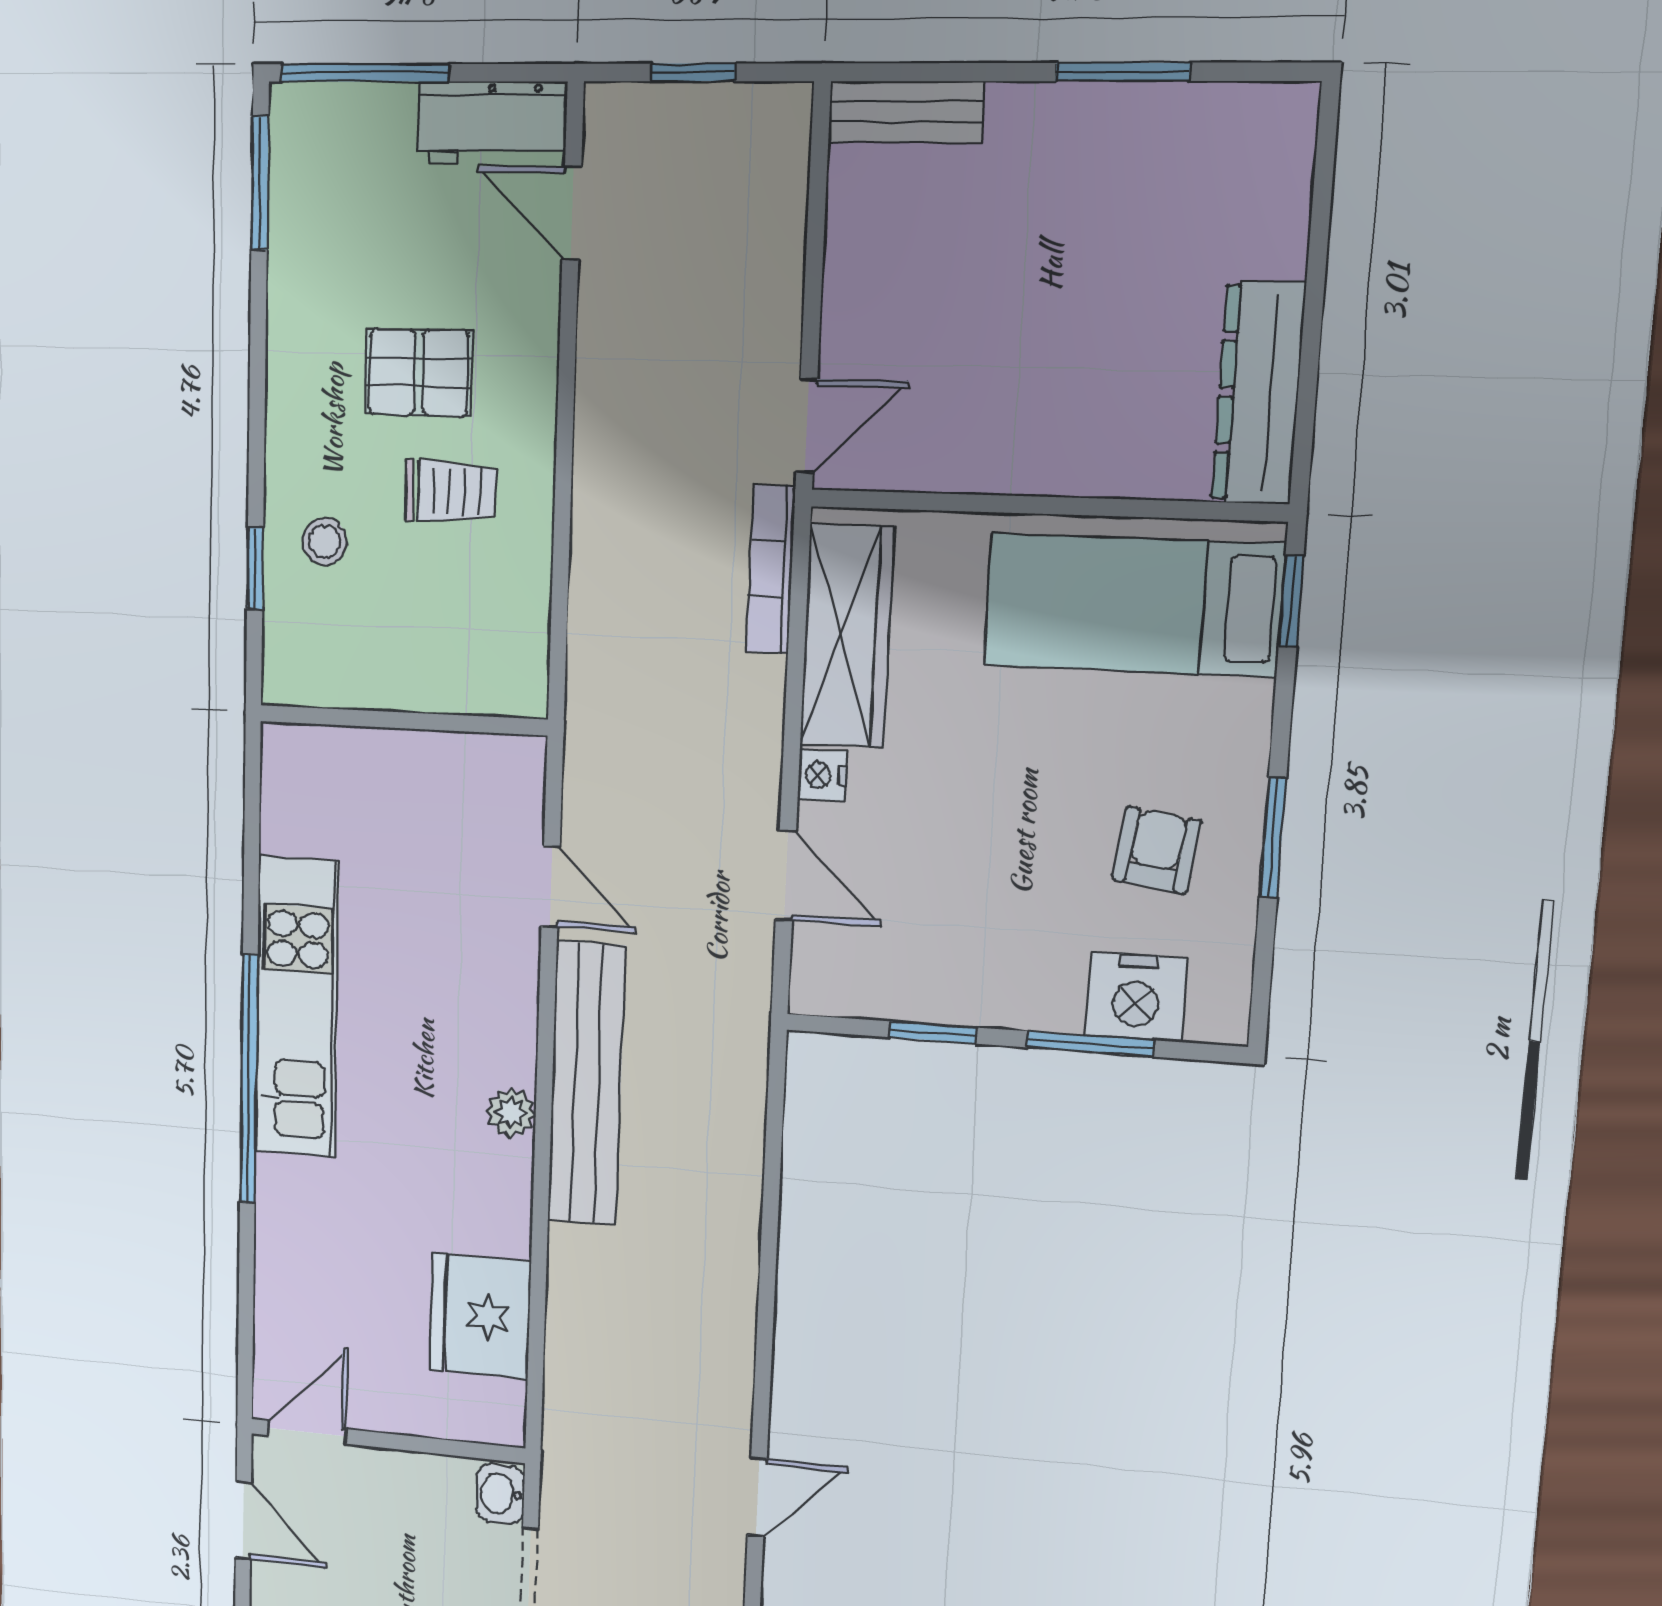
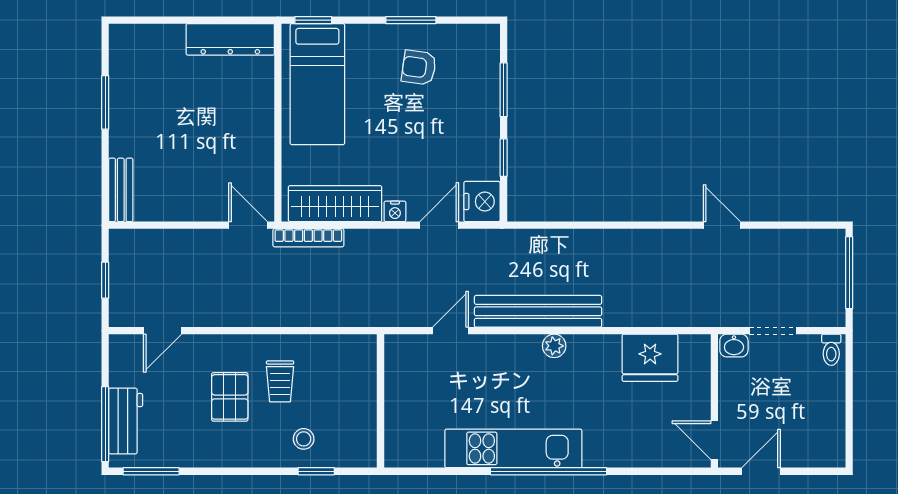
workbench: (492, 123) -> (126, 421), moved
trolley: (451, 491) -> (280, 381), turned 180
nightstand: (1136, 997) -> (482, 202), moved

